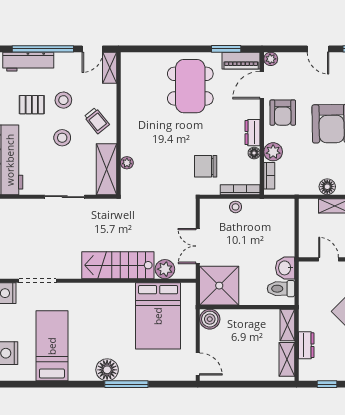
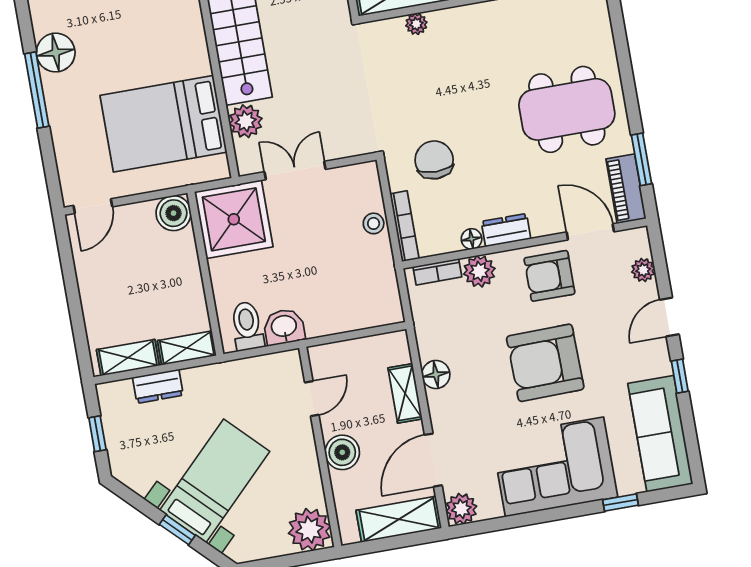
plant: (271, 59) -> (643, 270), moved

